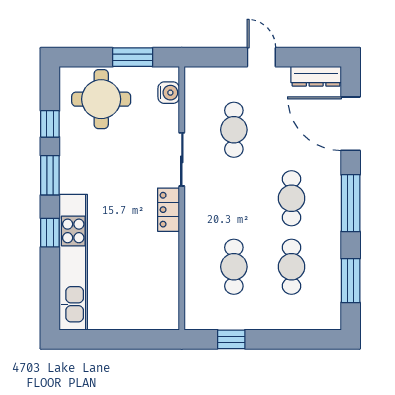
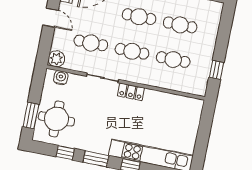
window: (133, 57) -> (31, 115), moved
door: (261, 57) -> (51, 18), swing flipped
plant: (197, 80) -> (56, 59), added
cafe table: (234, 198) -> (132, 51), added

